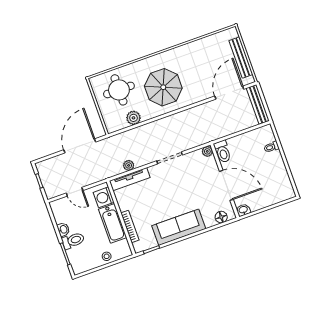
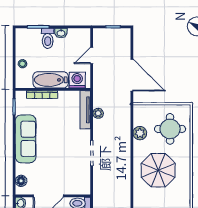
plant: (207, 151) -> (85, 189), removed

